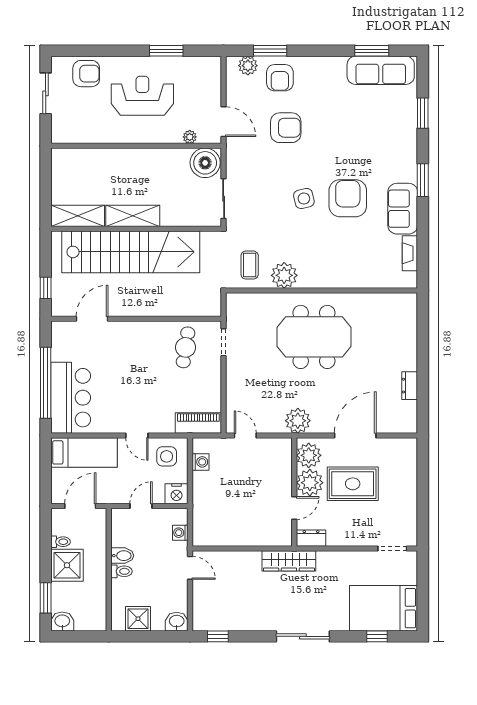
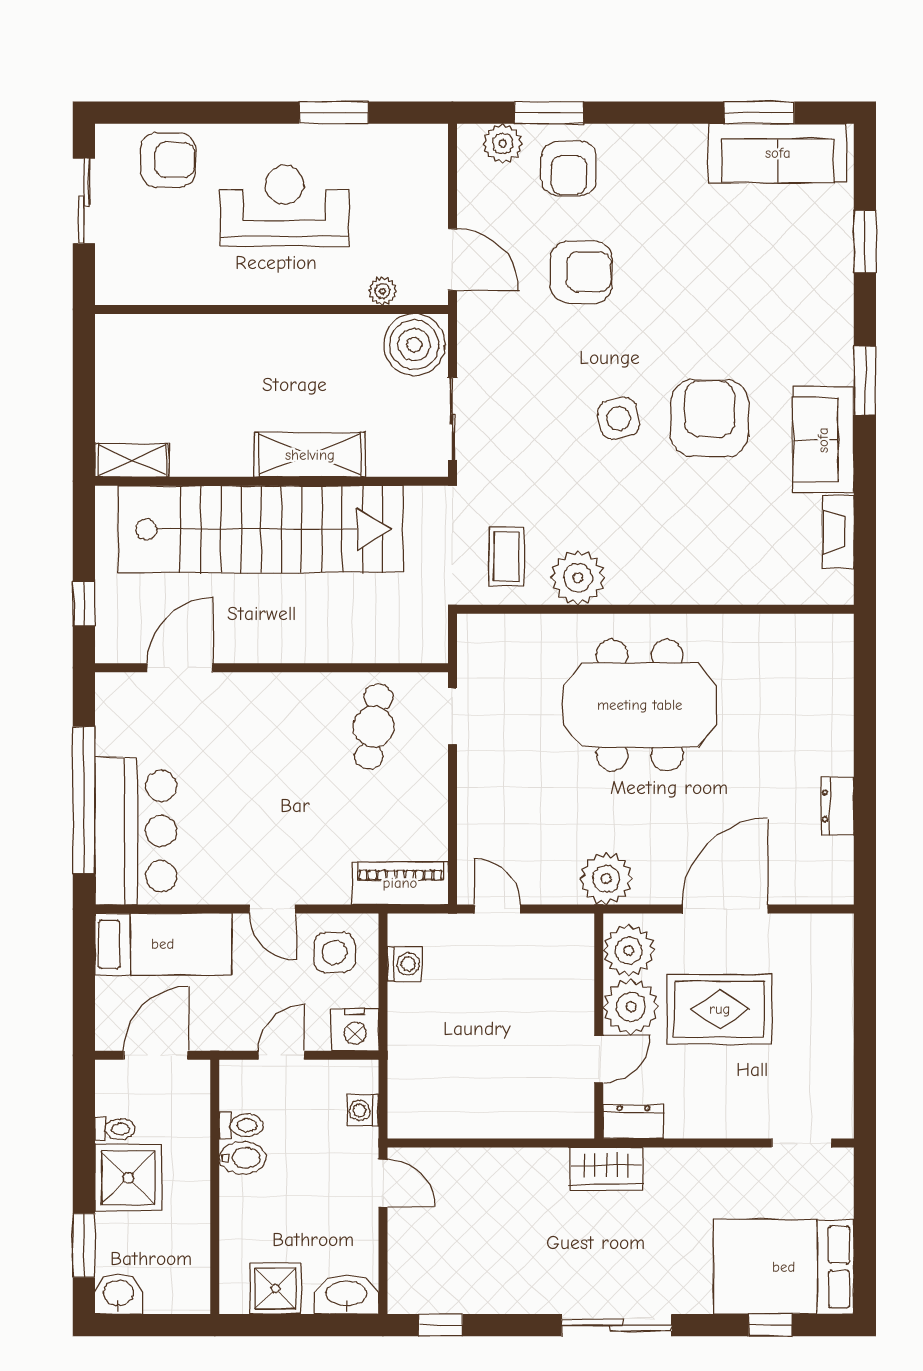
shelving: (78, 216) -> (132, 460), width x0.67, depth x0.75
shelving: (133, 216) -> (310, 455), moved
wardrobe: (289, 561) -> (606, 1169), width x0.67
toilet: (121, 571) -> (241, 1125), moved
washbasin: (177, 622) -> (346, 1295), width x1.38

